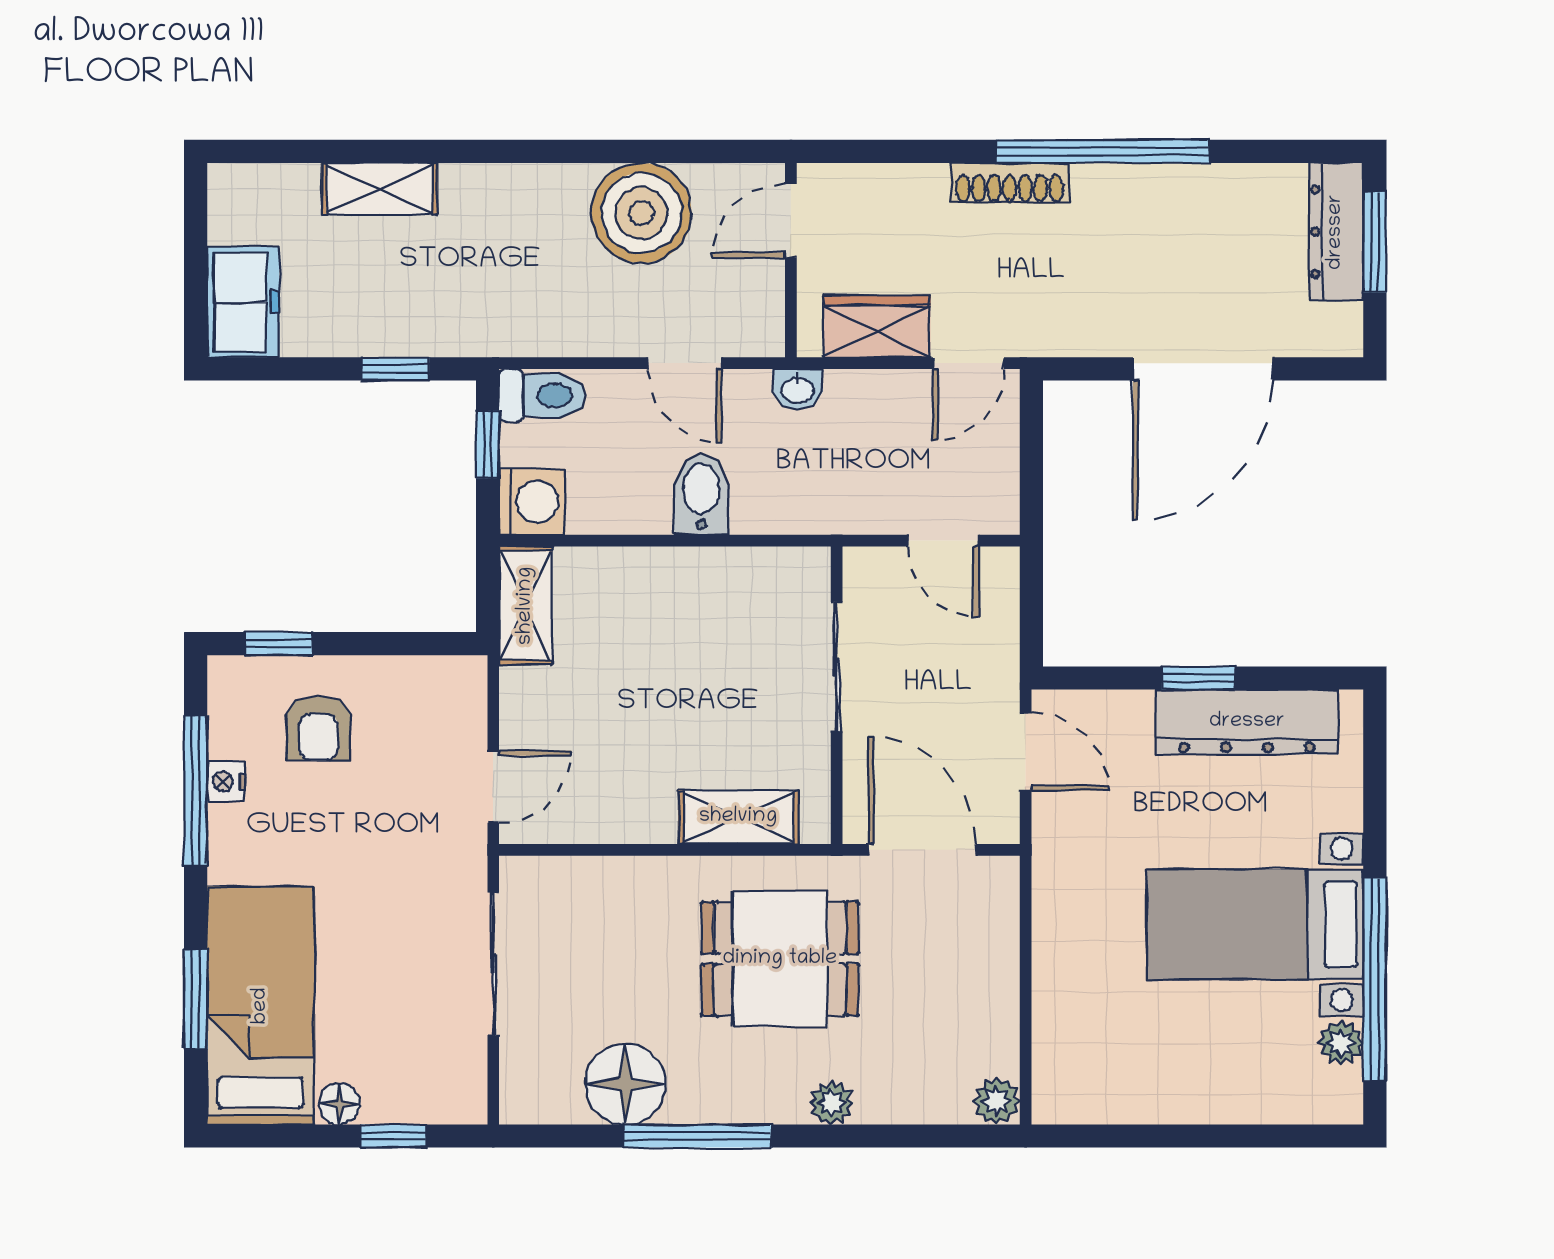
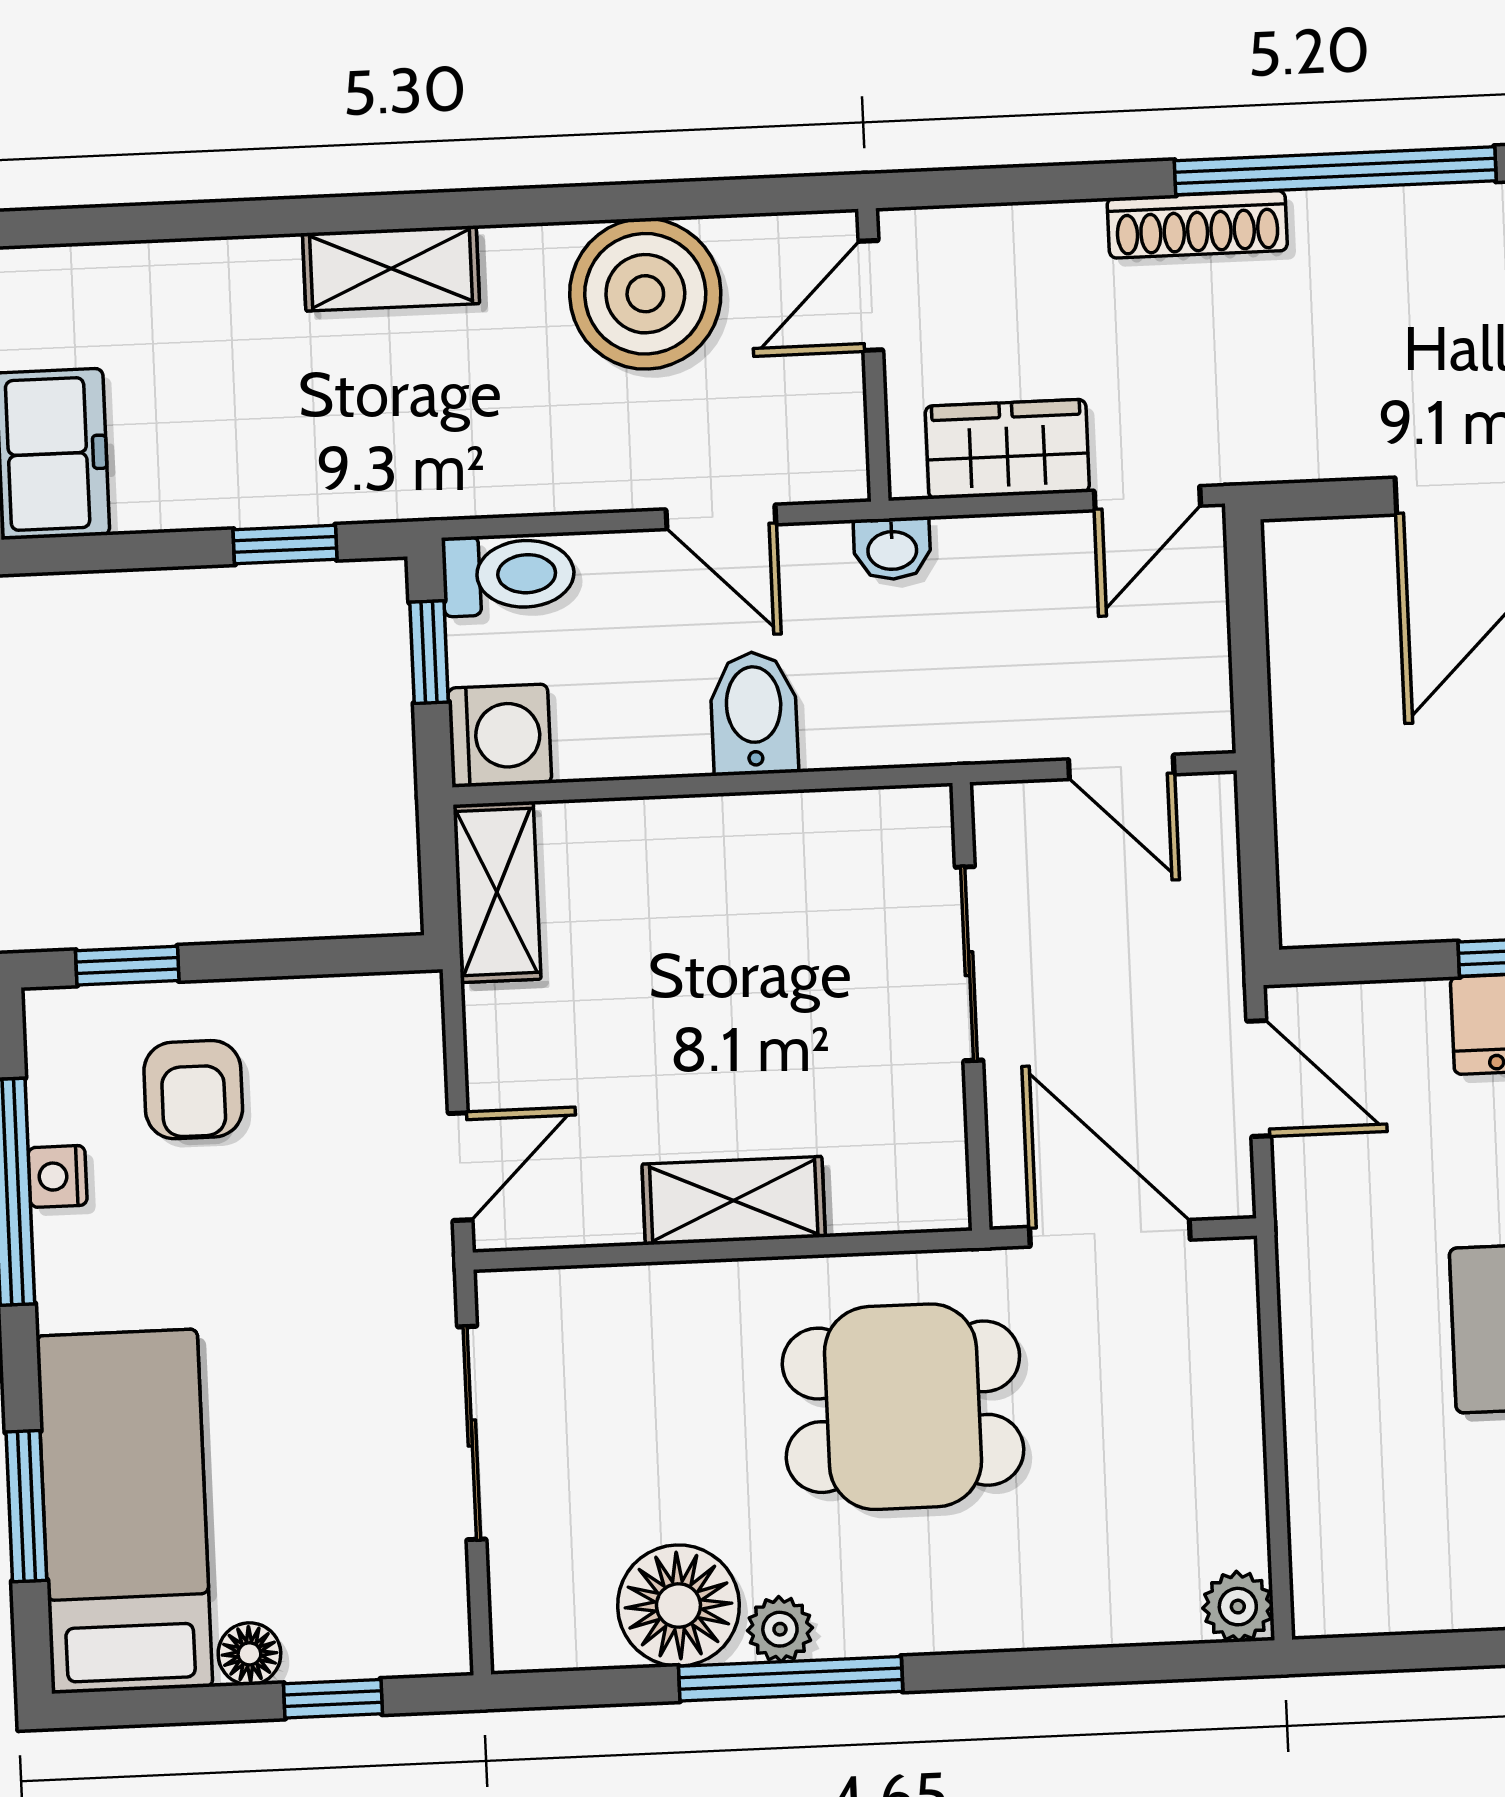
shelving: (380, 189) -> (391, 268), moved
shelving: (738, 817) -> (734, 1201), moved
plant: (832, 1103) -> (780, 1629), moved

